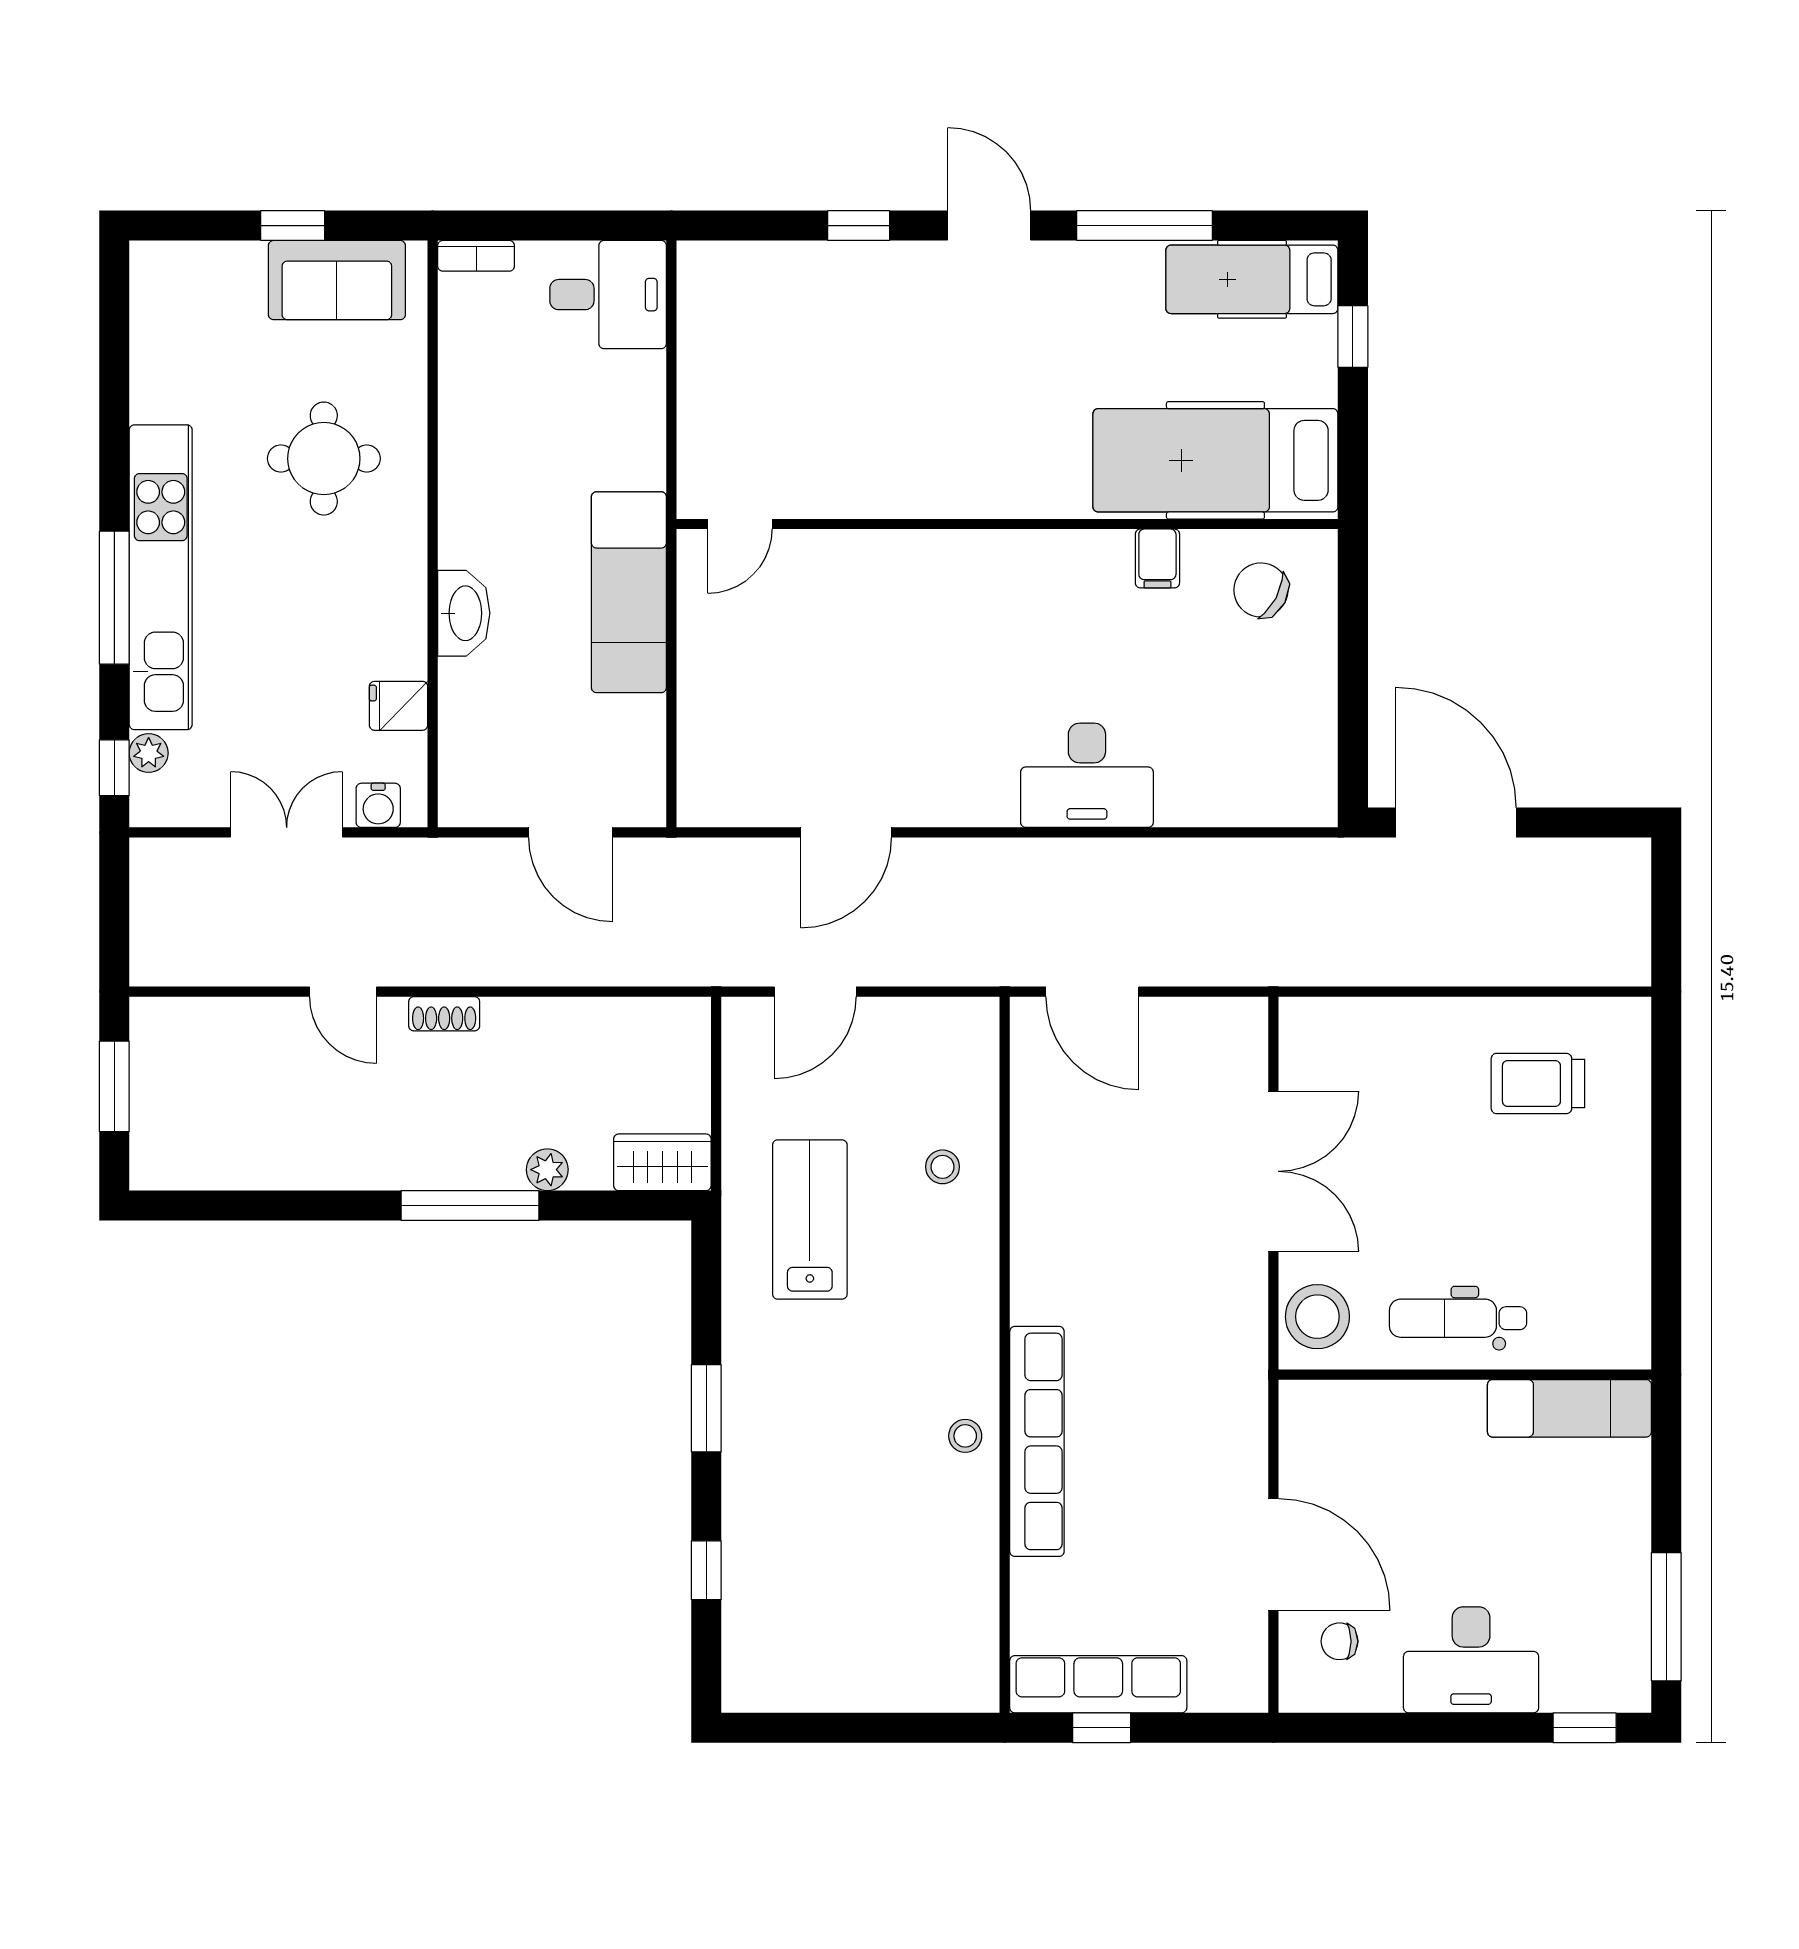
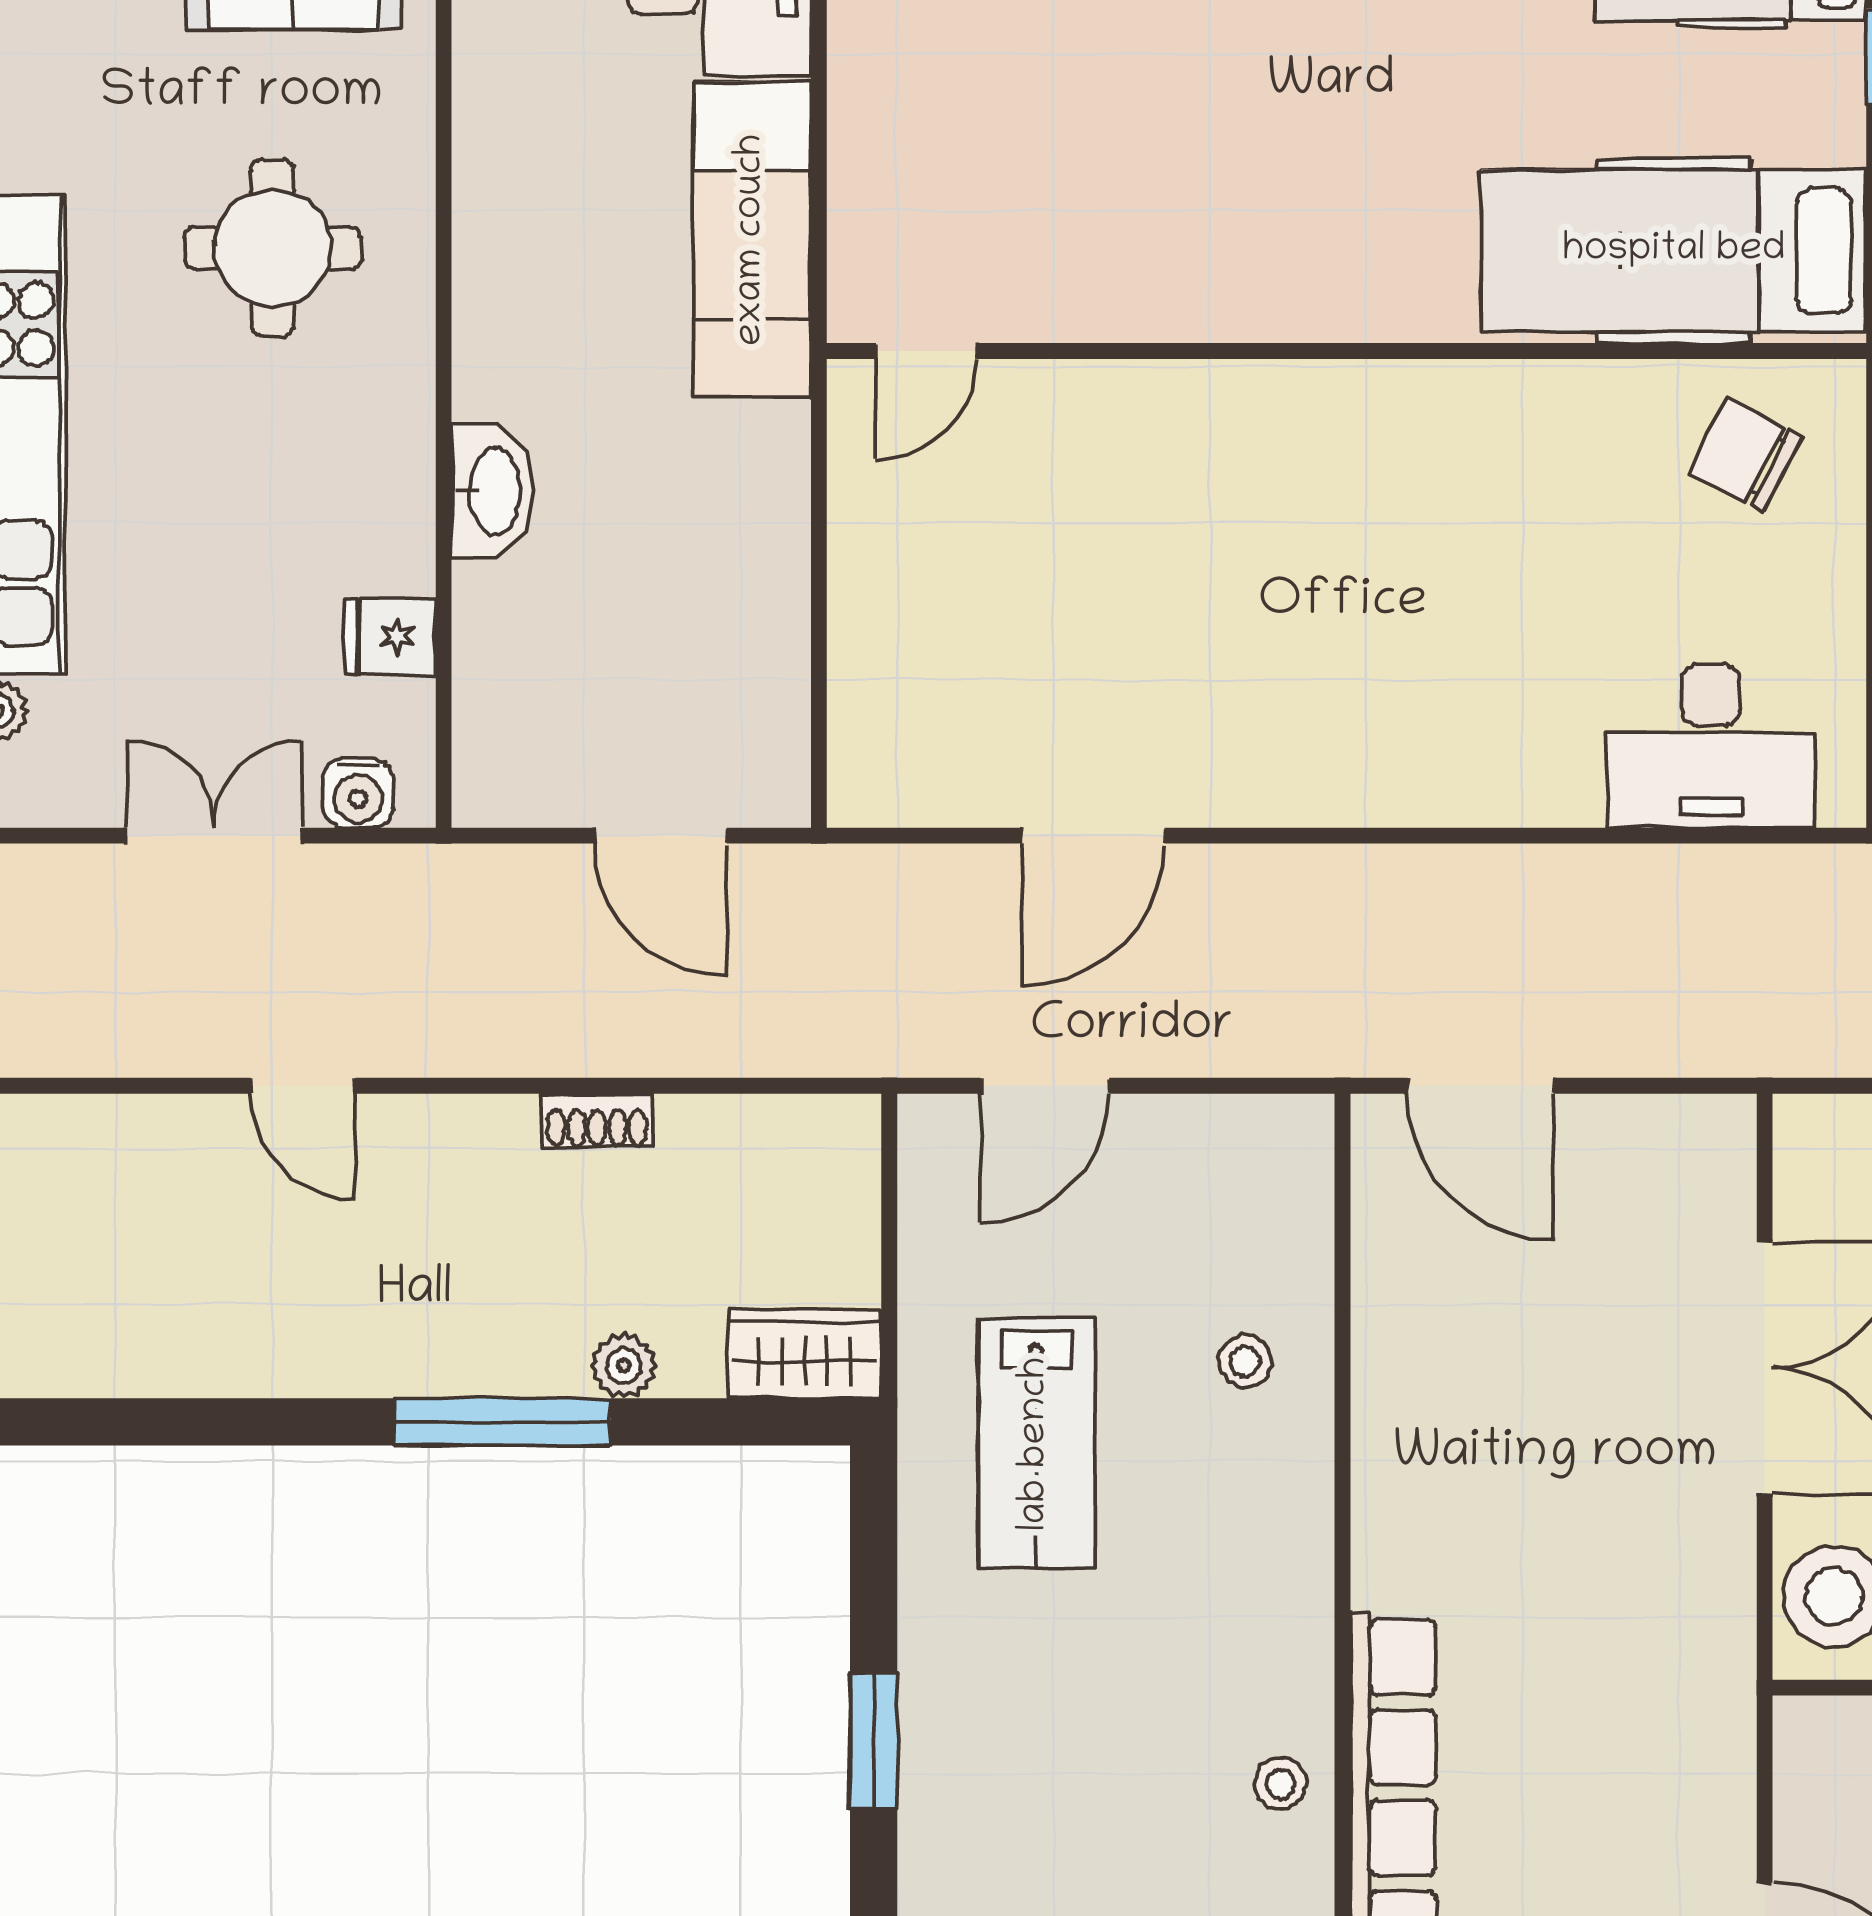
filing cabinet: (1157, 558) -> (1583, 405), removed
exam couch: (629, 592) -> (752, 240), moved
desk: (1087, 775) -> (1711, 746), moved
shoe rack: (444, 1014) -> (597, 1121), moved
lab bench: (810, 1219) -> (1036, 1444), turned 180

